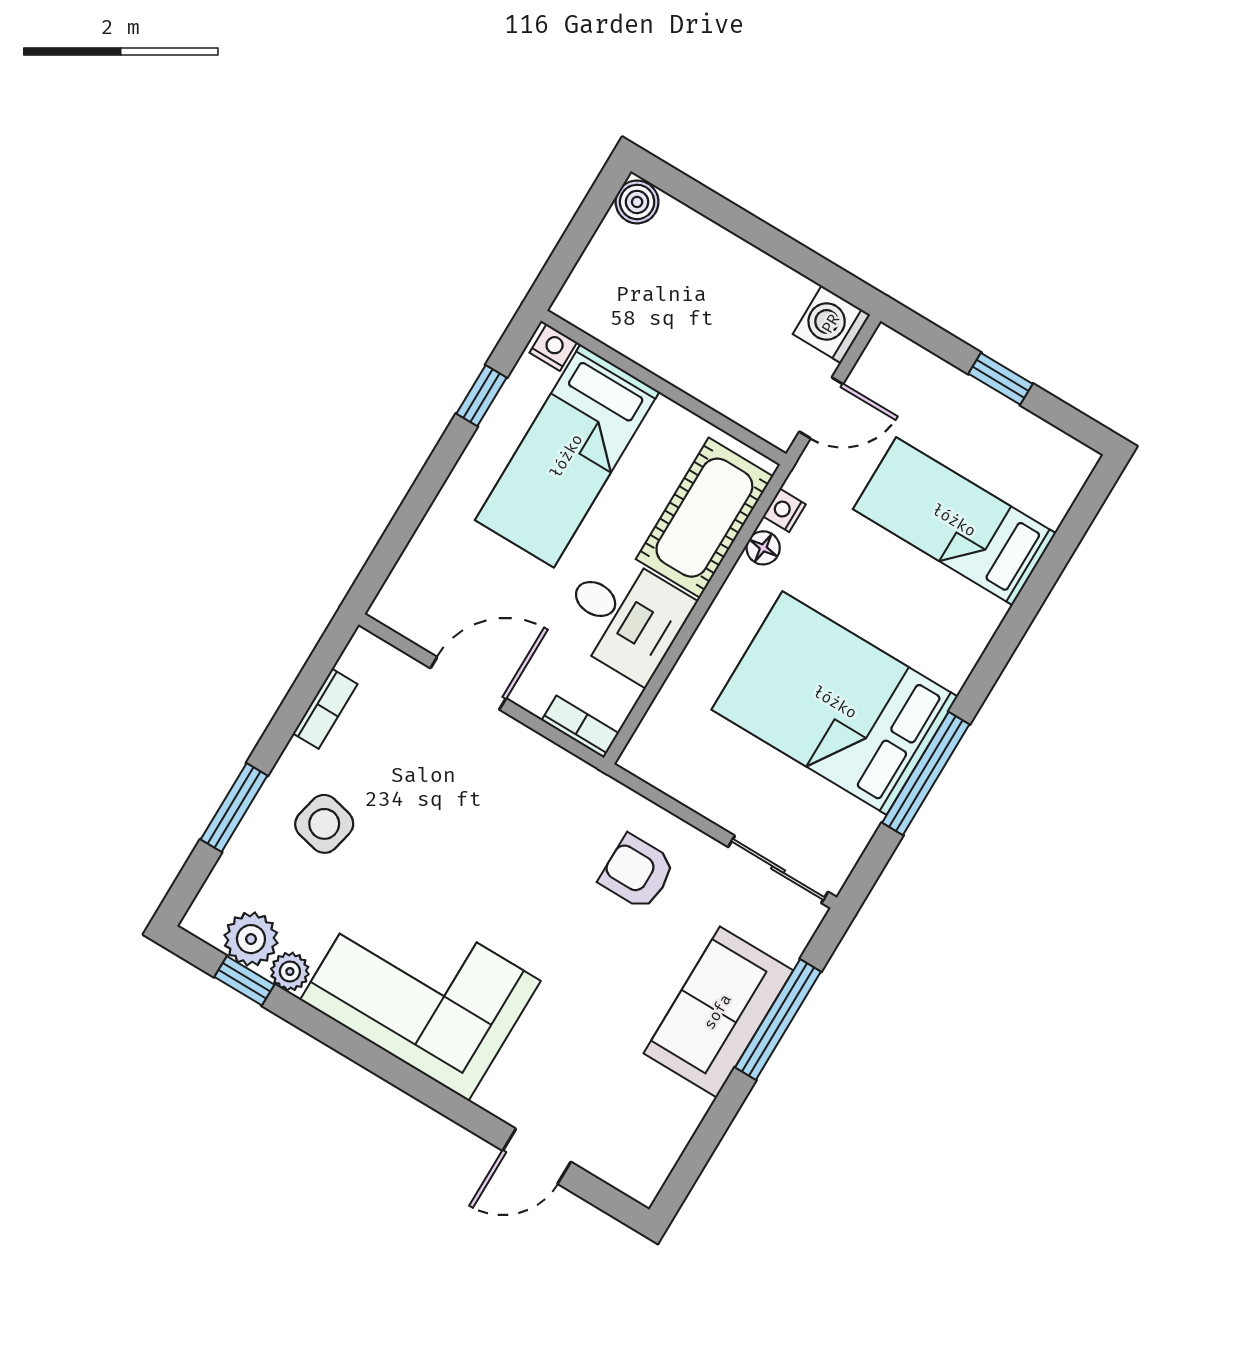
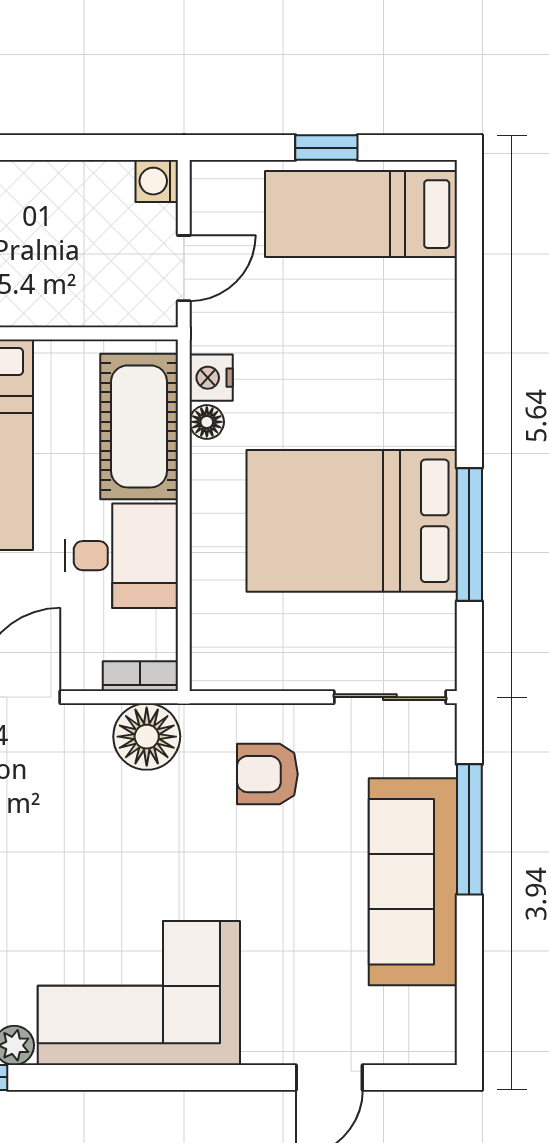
washing machine: (831, 324) -> (157, 181), width x0.73, depth x0.73
nightstand: (784, 510) -> (211, 378), width x1.39, depth x1.35
bed: (954, 521) -> (361, 214), moved
floor lamp: (555, 780) -> (147, 737), added
sofa: (718, 1012) -> (413, 882), width x1.36

